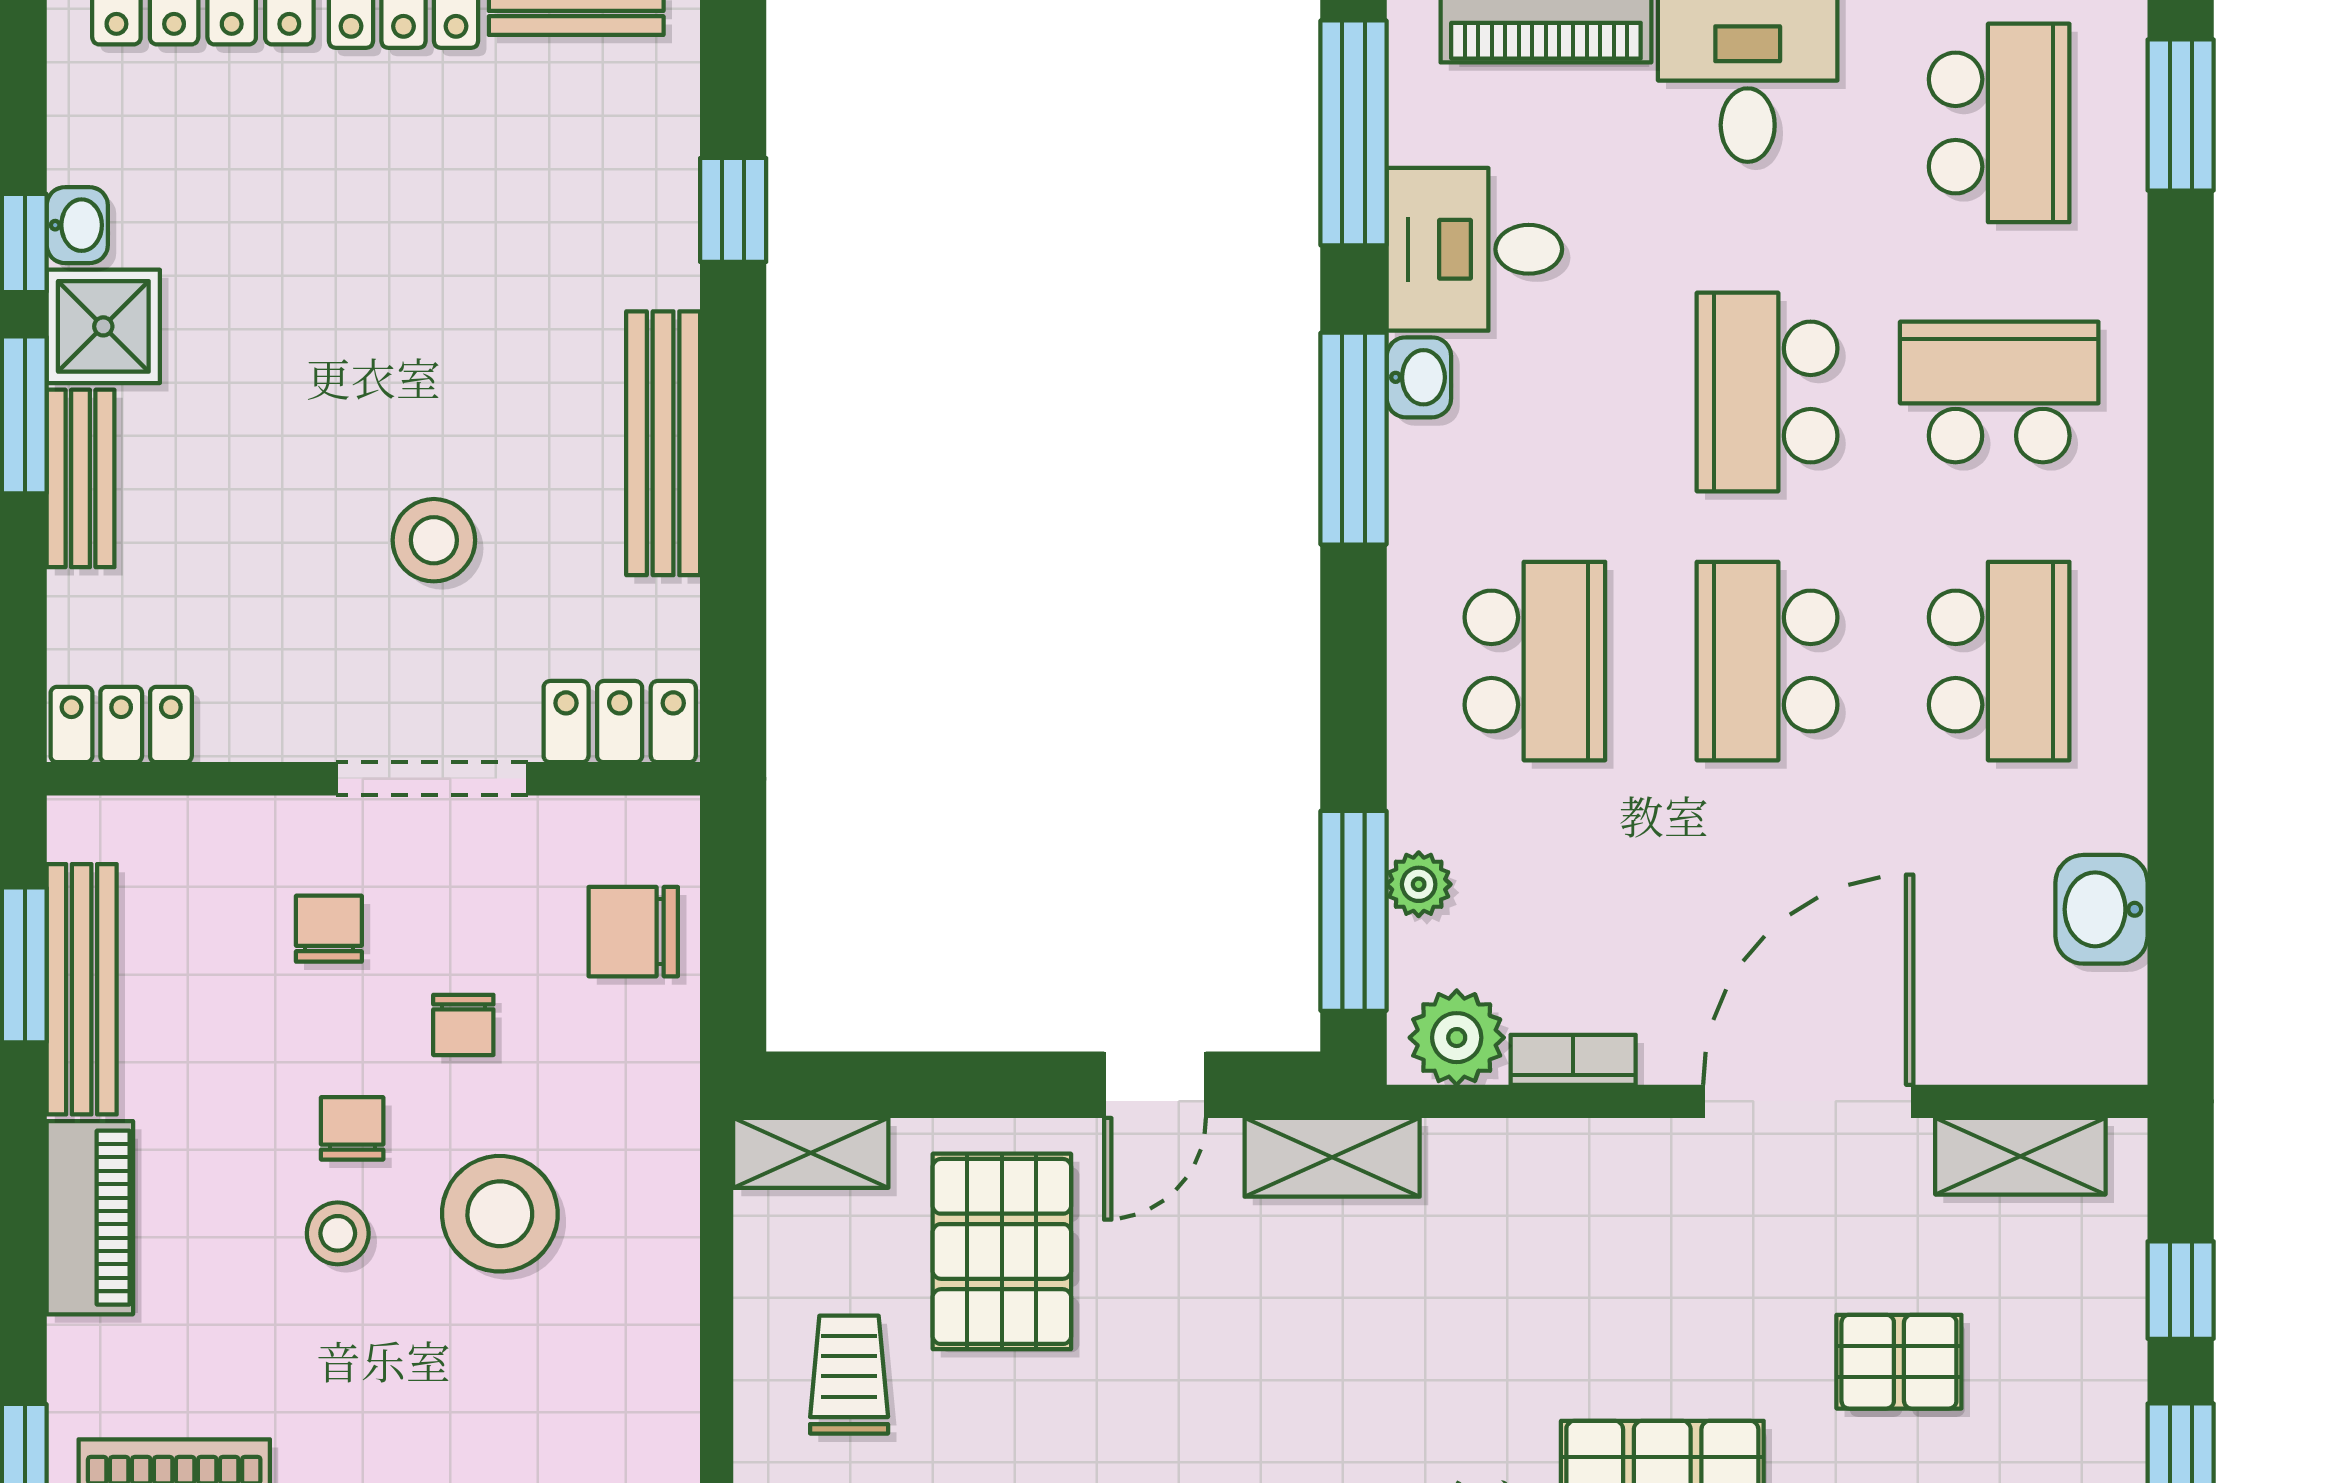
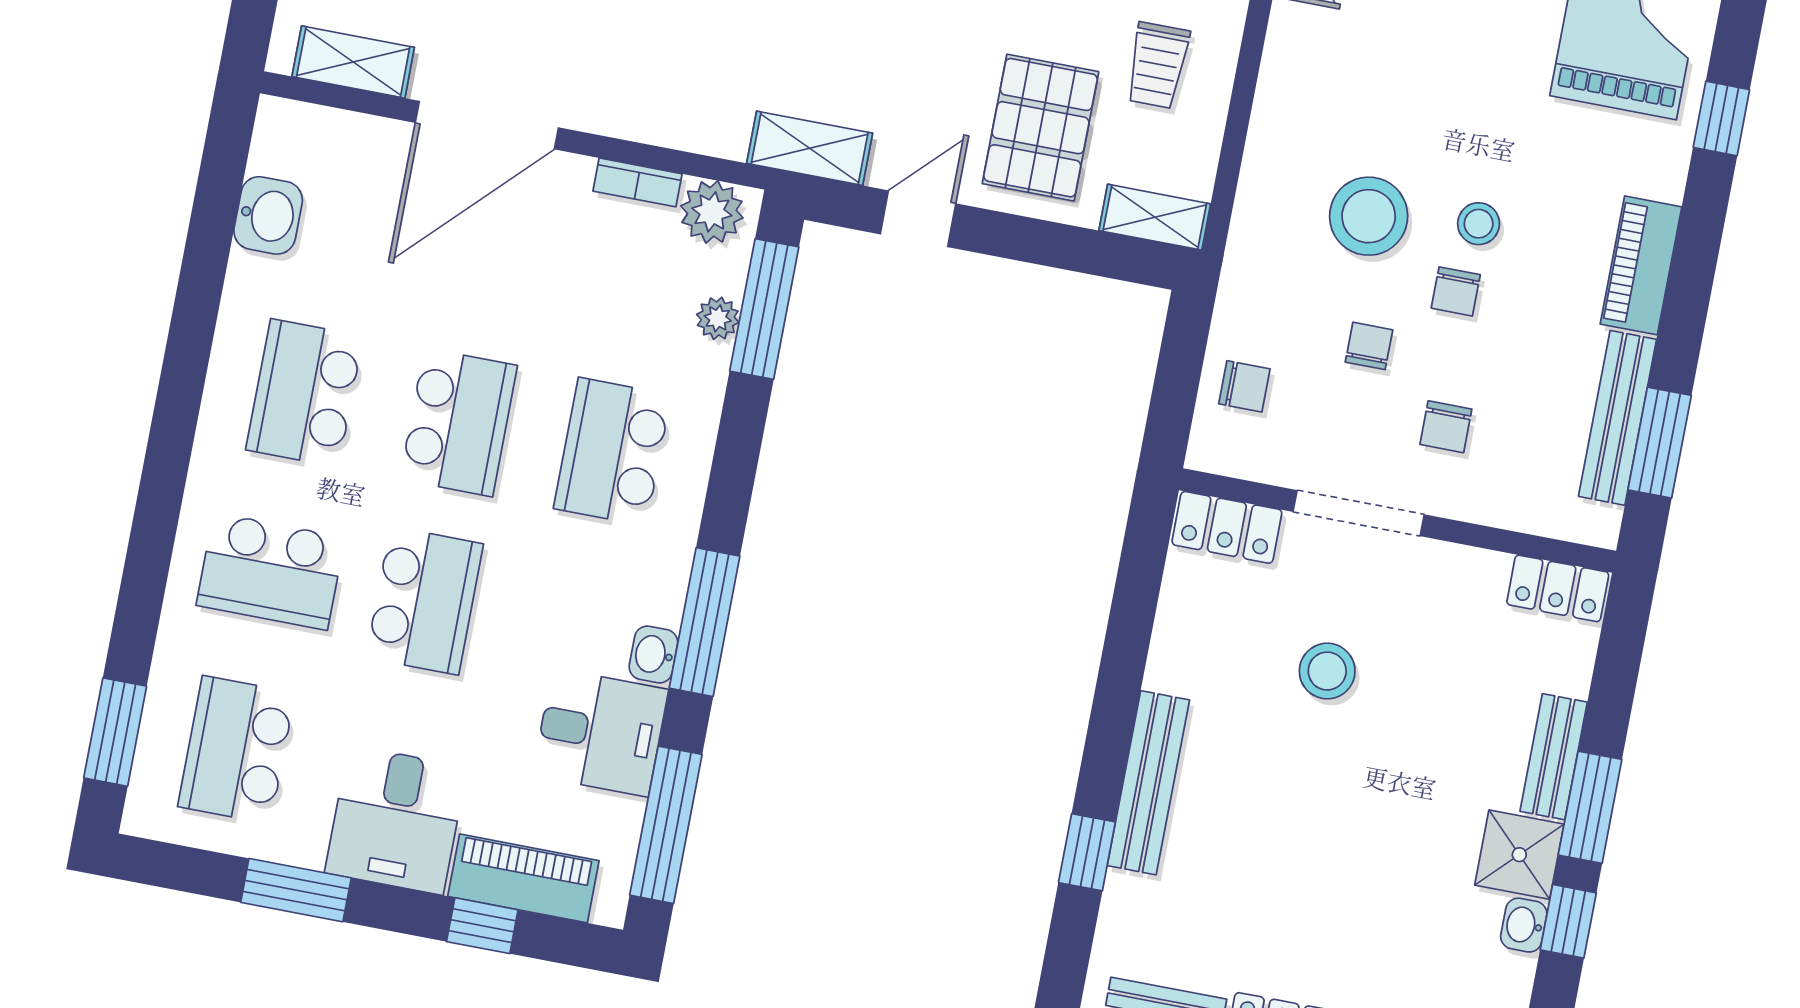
bench: (663, 443) -> (1148, 783), moved
chair: (633, 932) -> (1244, 386), width x0.73, depth x0.73

